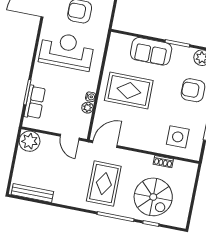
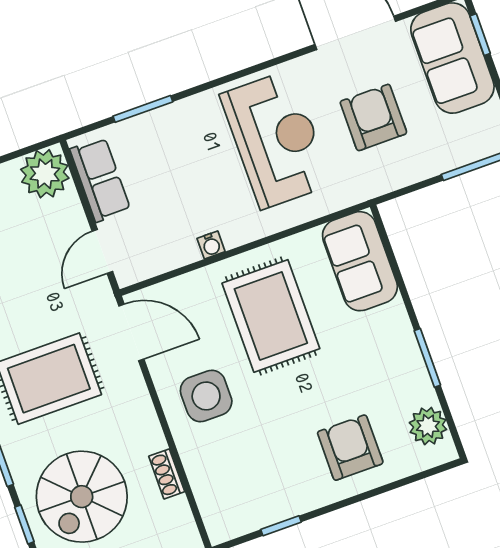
sofa: (151, 51) -> (360, 261), moved
row of seats: (35, 102) -> (100, 180), moved, turned -90
plant: (87, 108) -> (185, 252), removed
side table: (178, 137) -> (206, 396), moved

